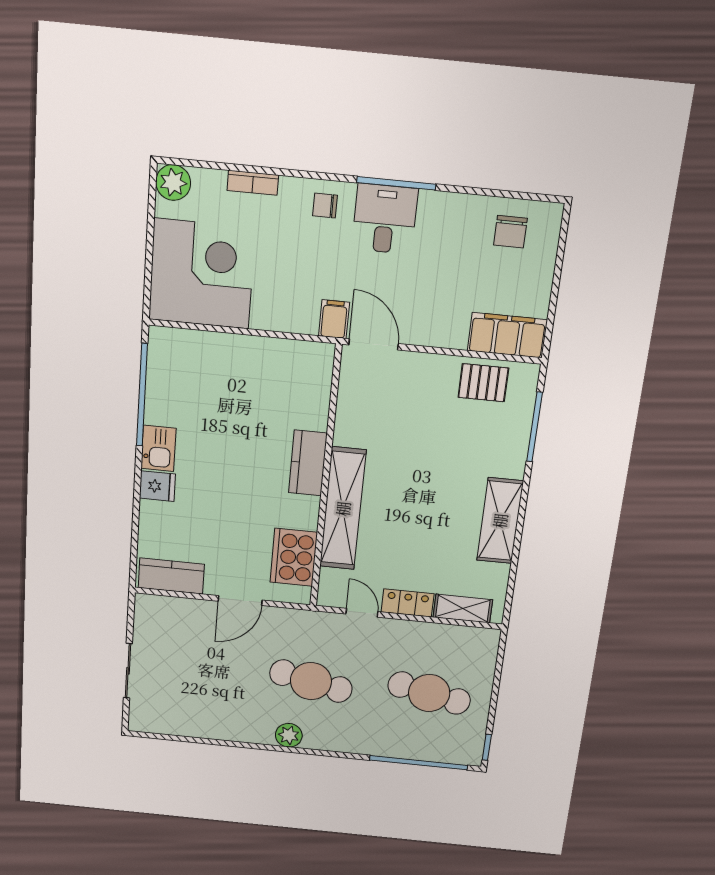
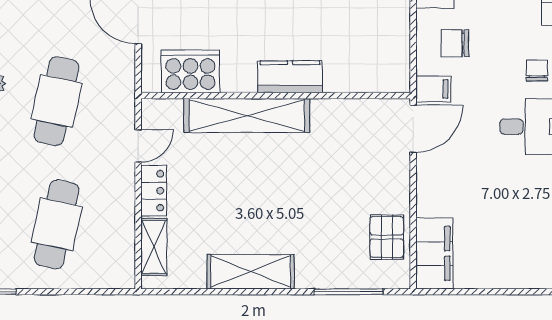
chair: (510, 232) -> (455, 43), moved

